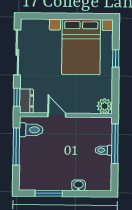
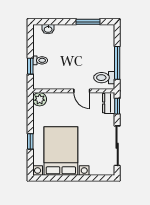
window: (115, 144) -> (30, 66), width x0.46
washbasin: (79, 185) -> (48, 29), moved

